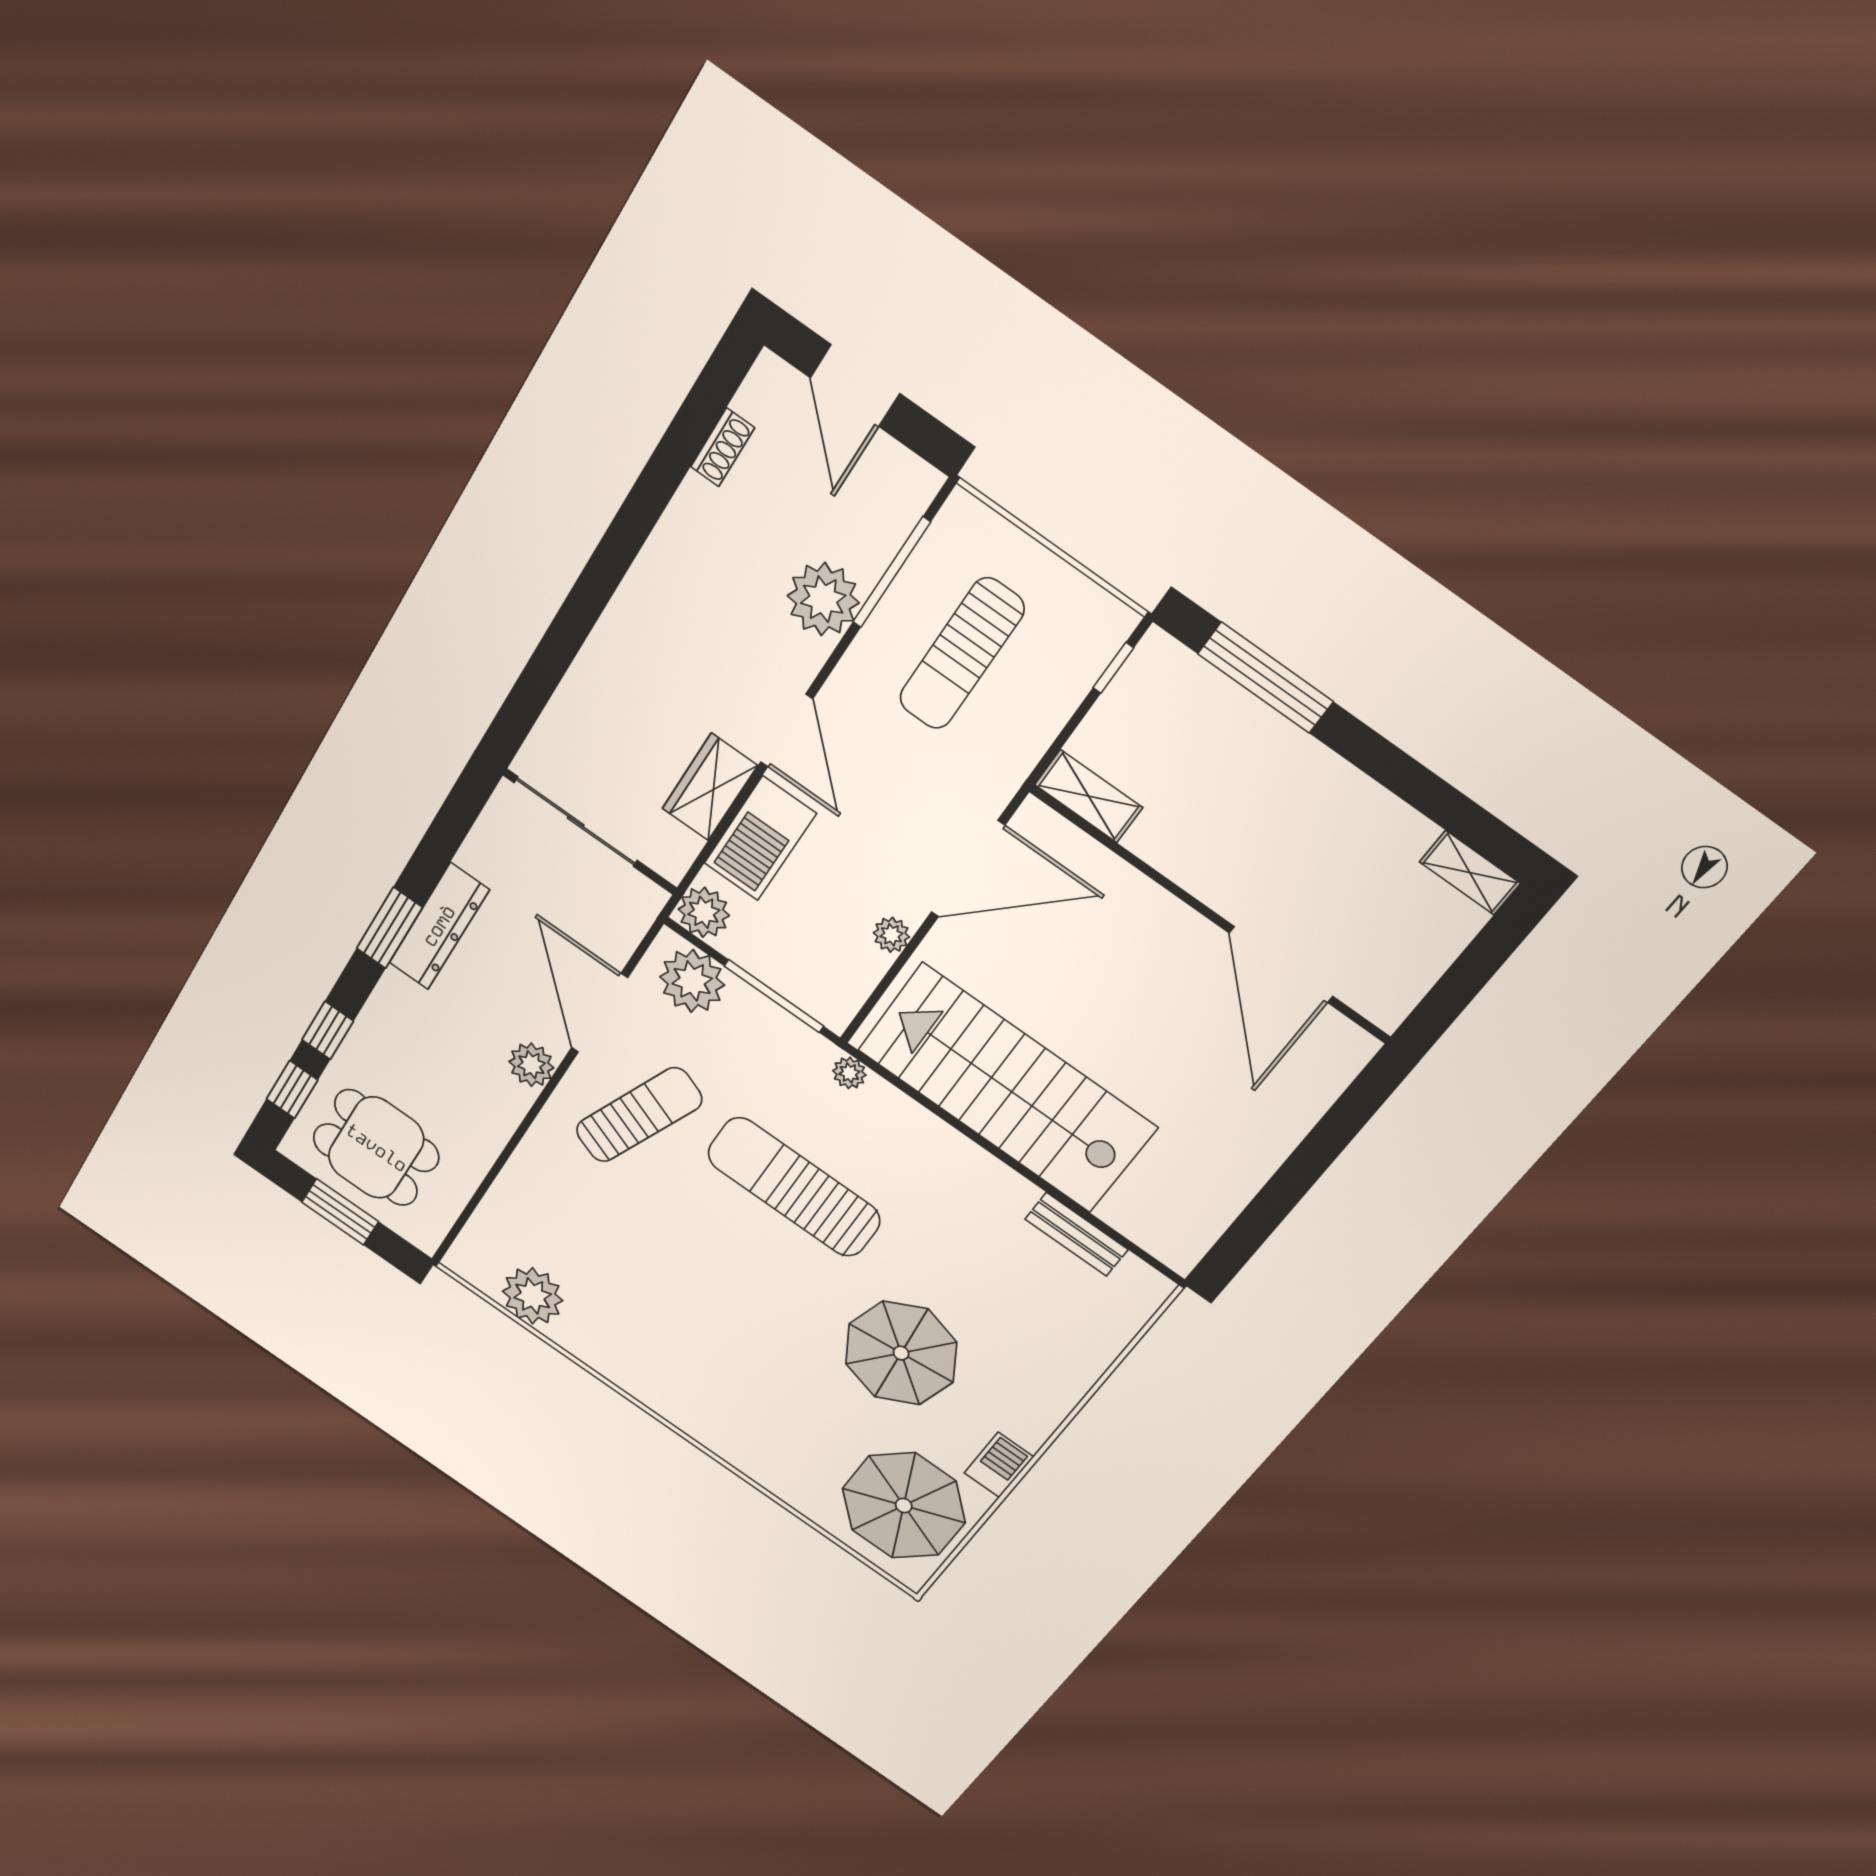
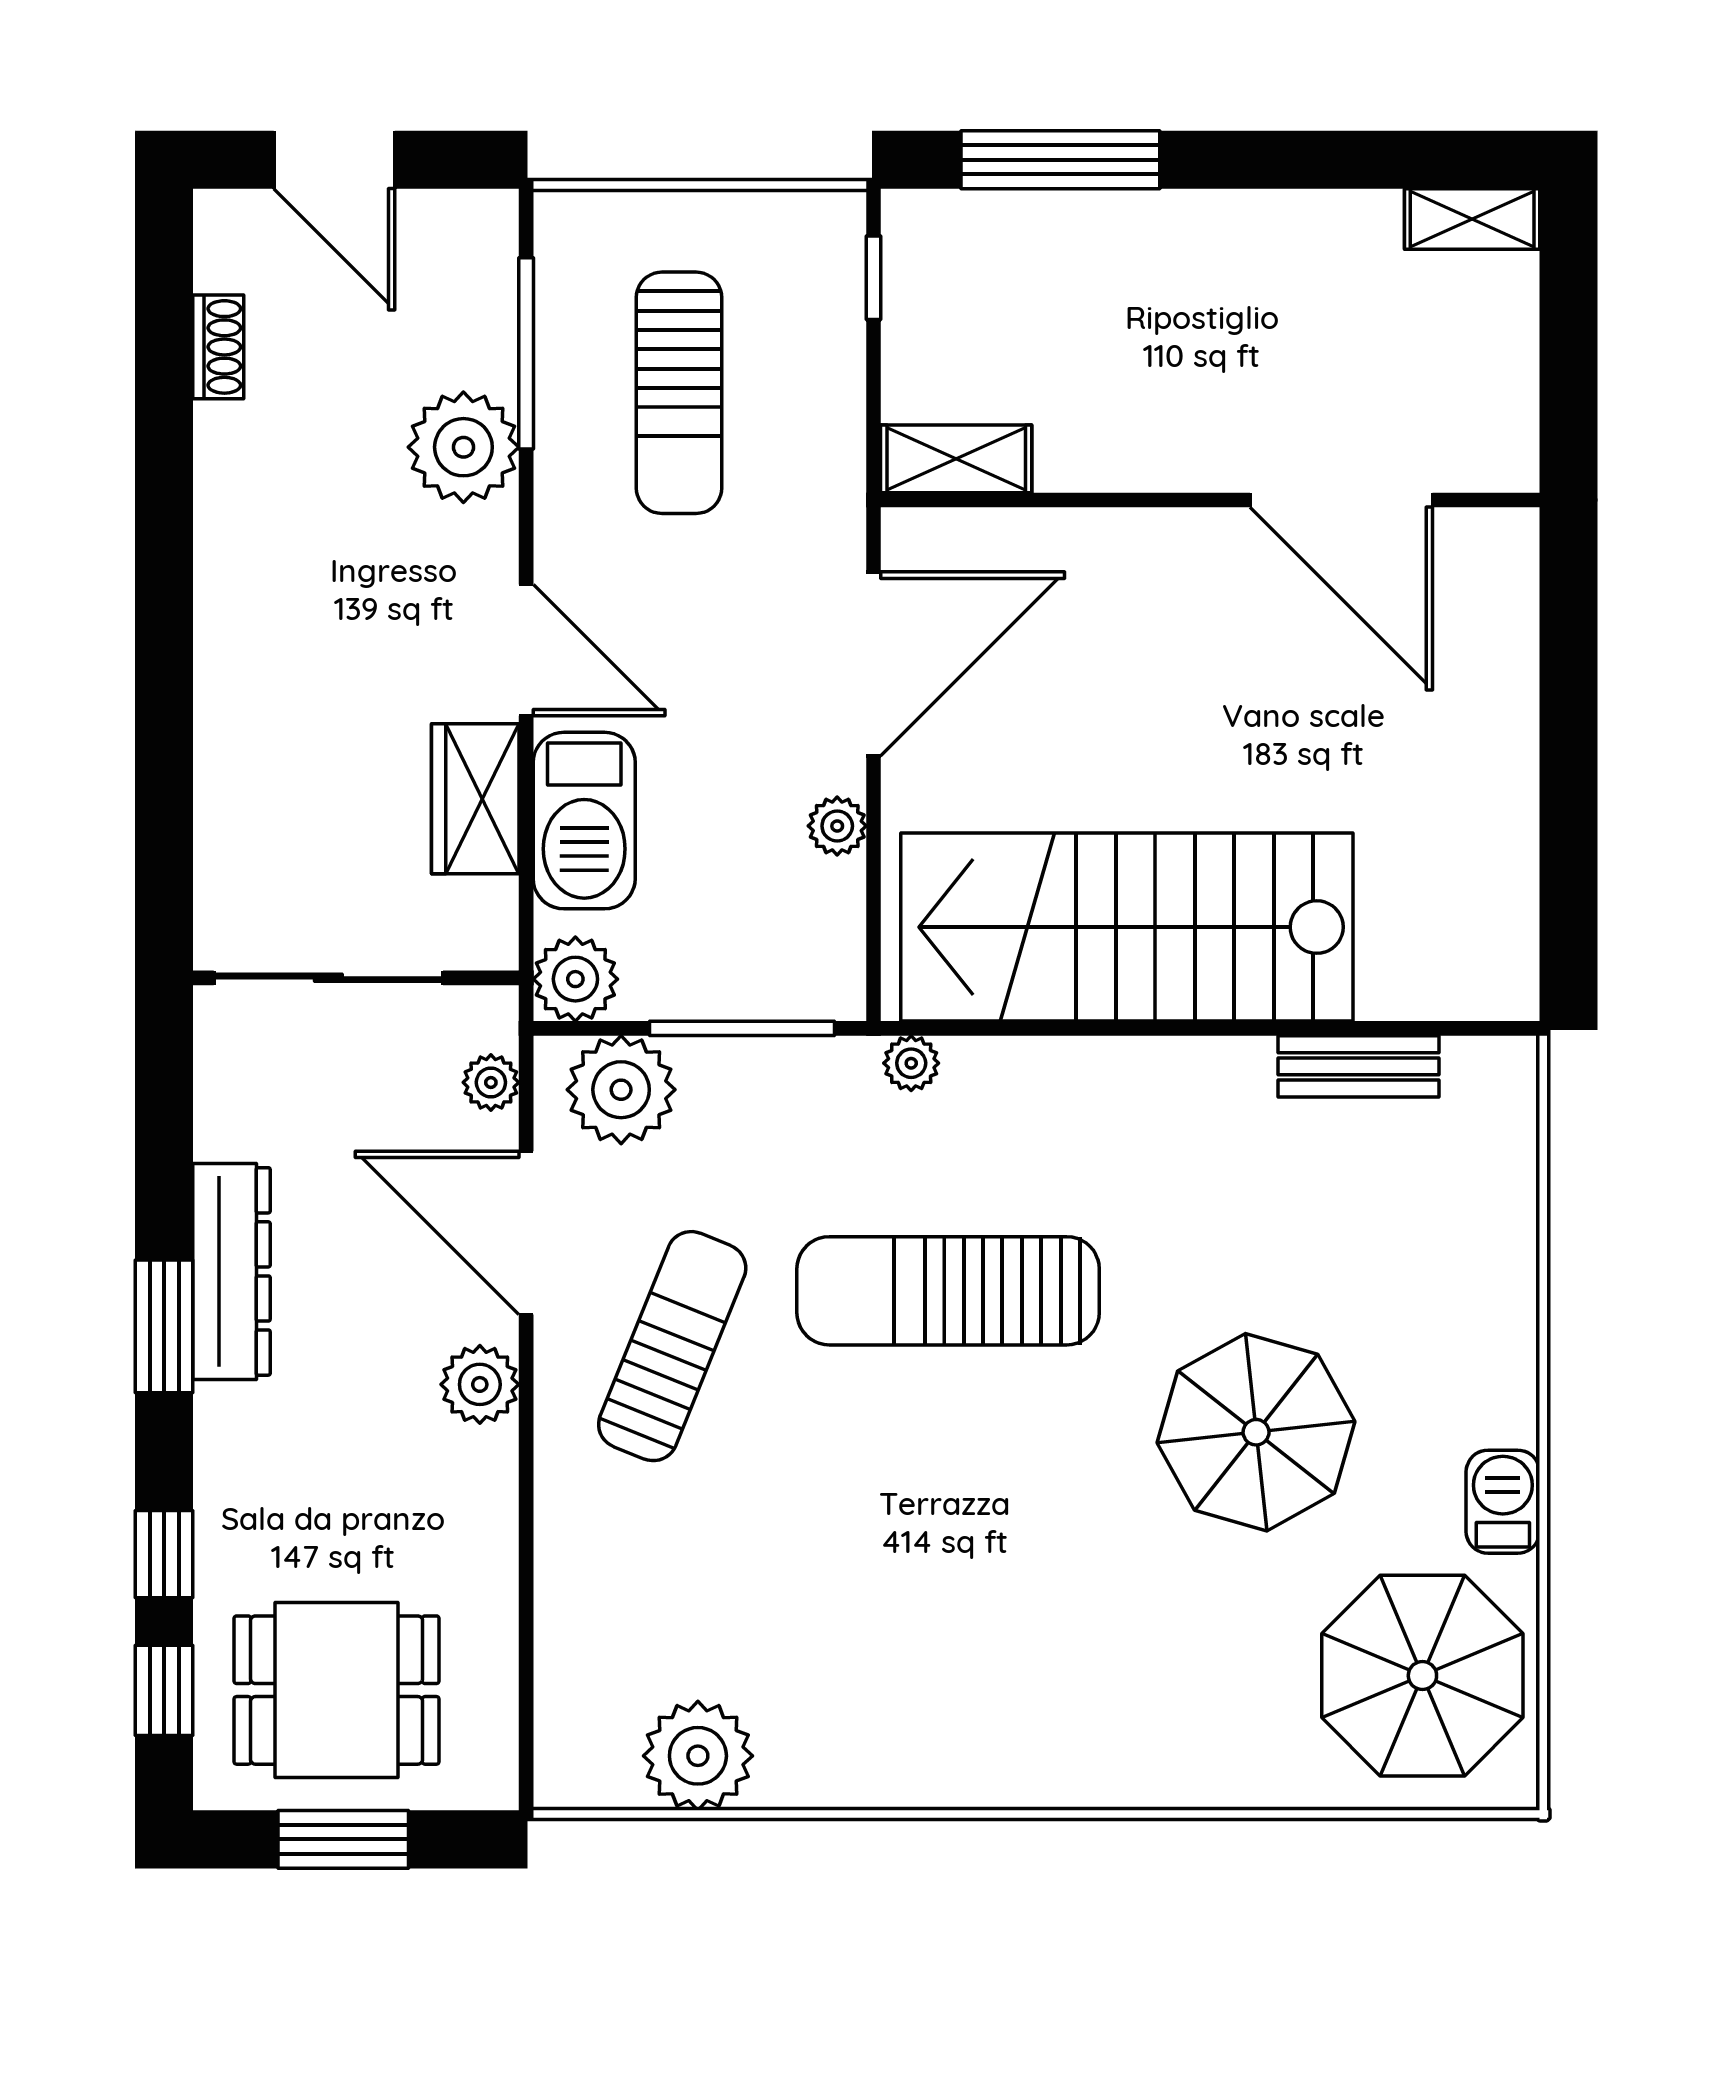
plant: (628, 931) -> (491, 1082), added

